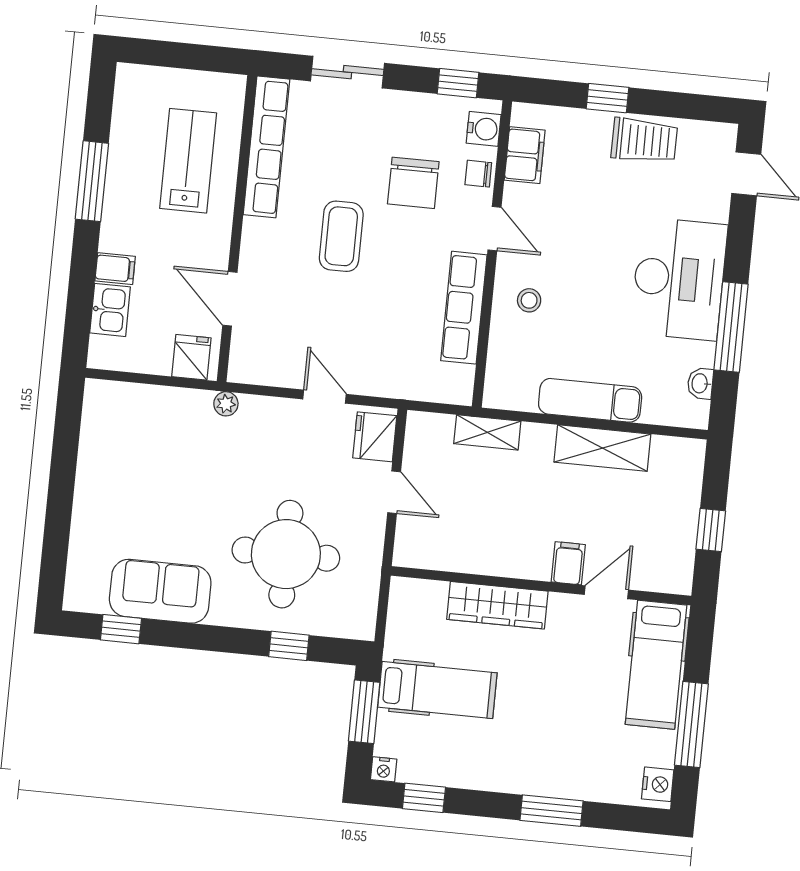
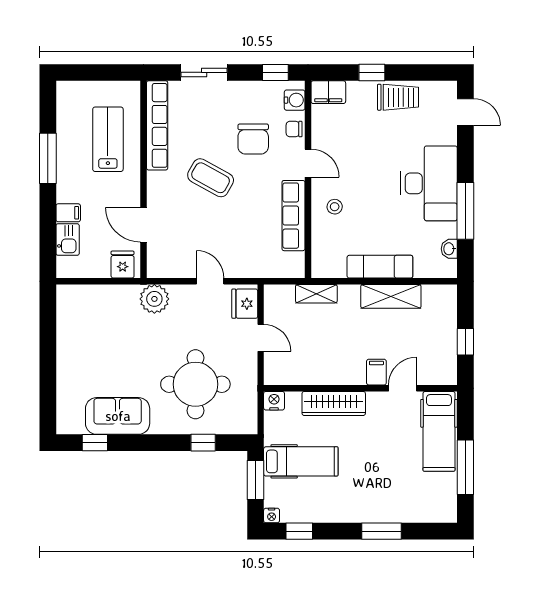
filing cabinet: (525, 155) -> (328, 92), moved, turned 90
coffee table: (341, 236) -> (211, 178), turned -61
plant: (226, 404) -> (154, 299), width x1.87, depth x1.87
nightstand: (658, 784) -> (274, 401), moved, turned -90

